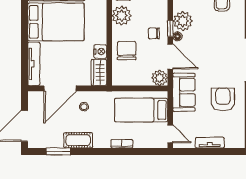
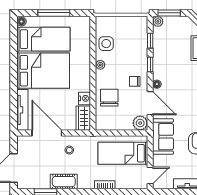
plant: (122, 16) -> (100, 65), width x0.53, depth x0.53
plant: (183, 21) -> (162, 70), removed
window: (170, 29) -> (150, 64), moved
door: (60, 88) -> (47, 133), swing flipped
door: (170, 134) -> (150, 176), hinge flipped

